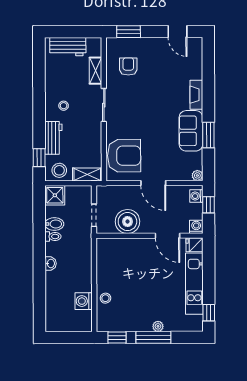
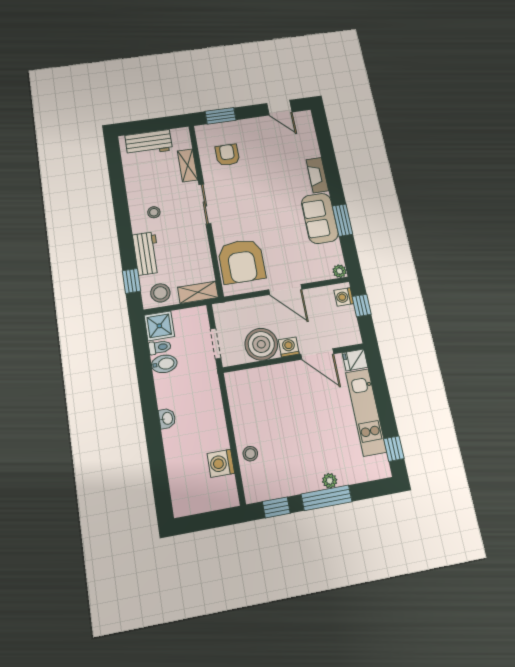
armchair: (124, 156) -> (242, 261), turned 90
washing machine: (196, 227) -> (289, 347), moved
toilet: (53, 236) -> (160, 347), moved

